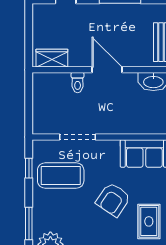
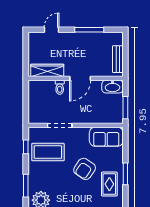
wardrobe: (52, 58) -> (47, 70), width x1.50
door: (107, 70) -> (80, 78), swing flipped

